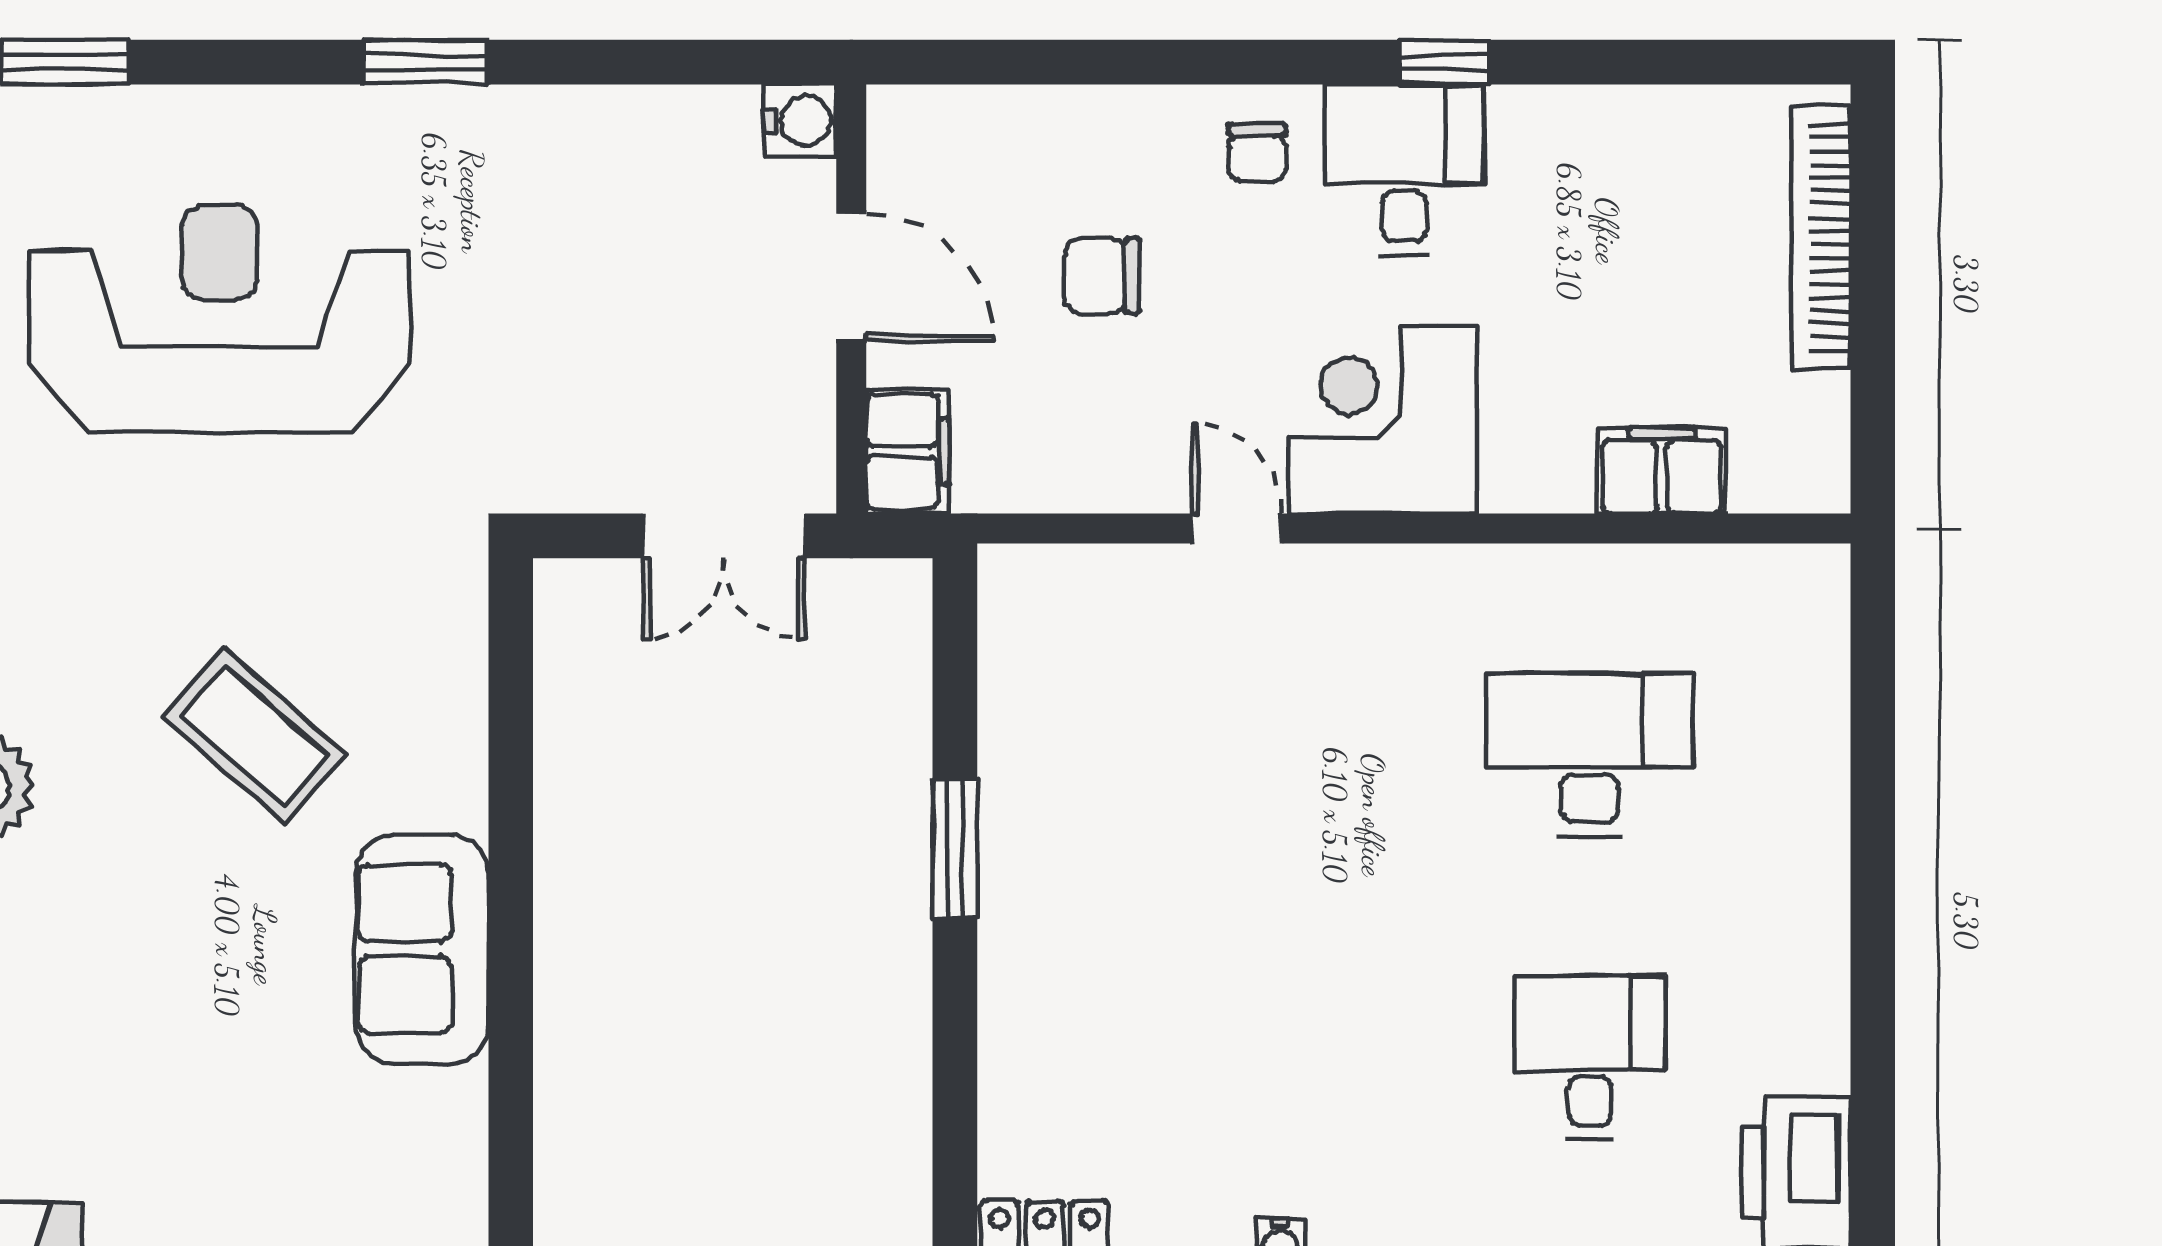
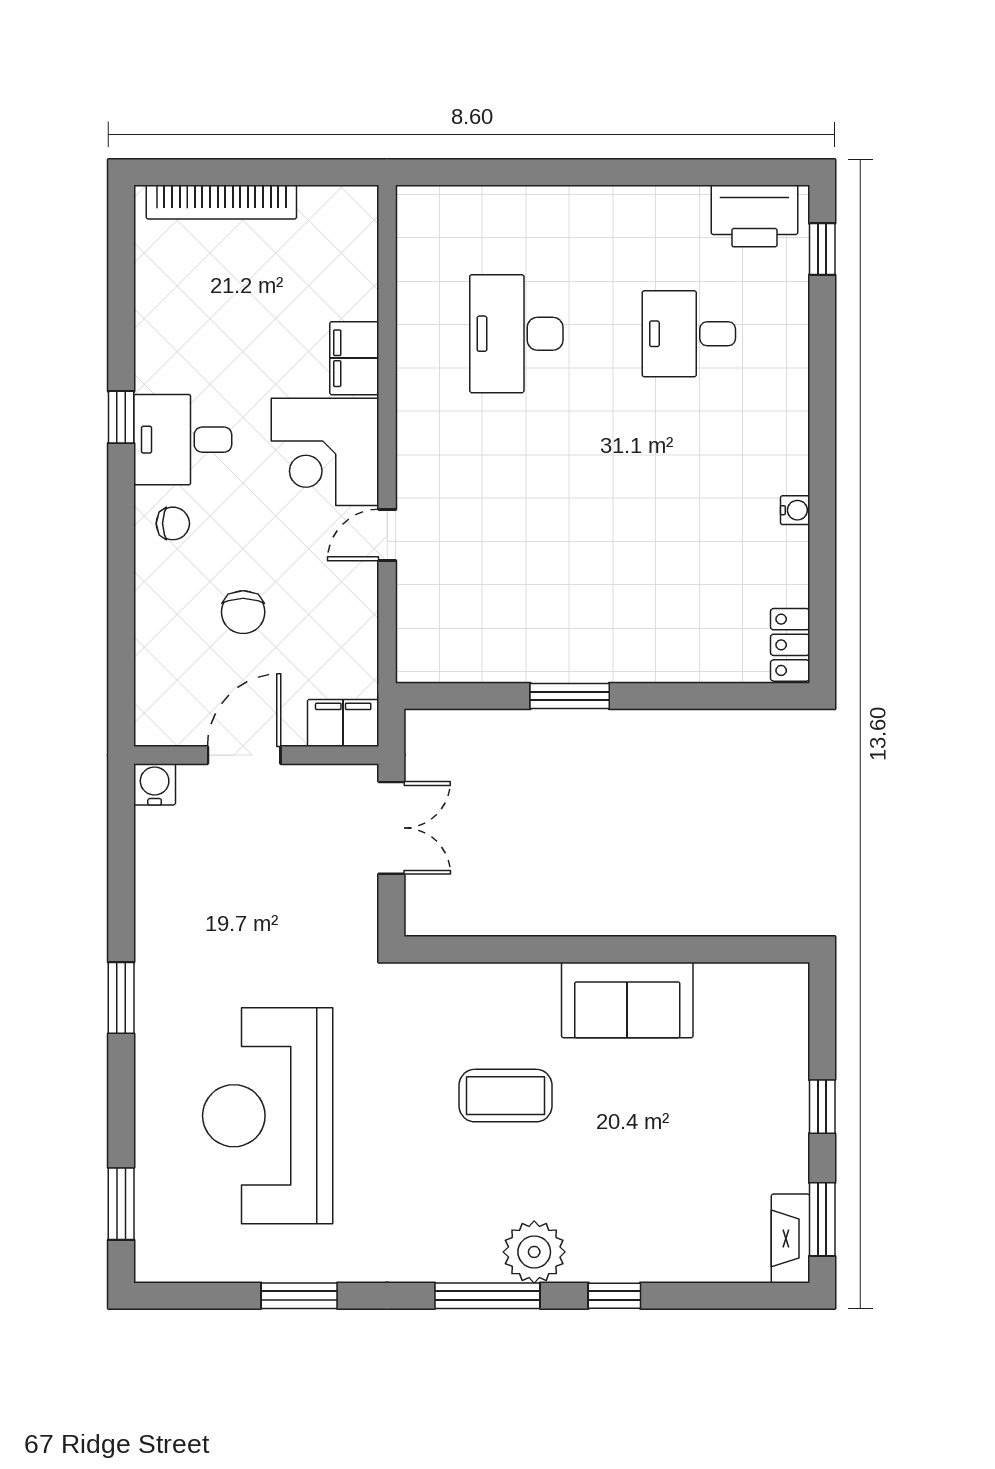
filing cabinet: (1662, 471) -> (354, 358), moved
coffee table: (255, 736) -> (505, 1096), turned 49

